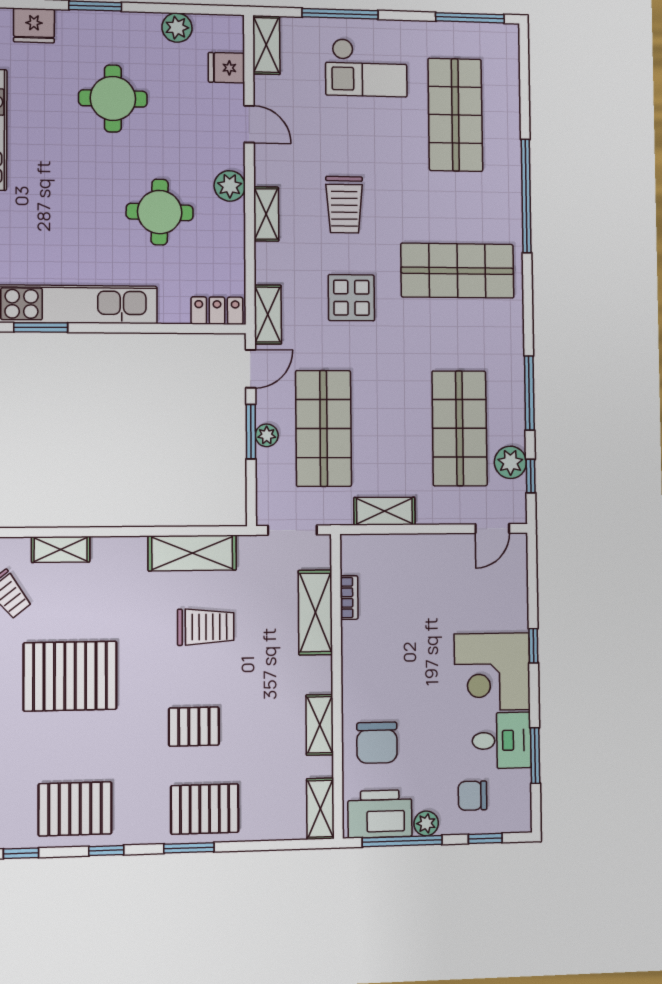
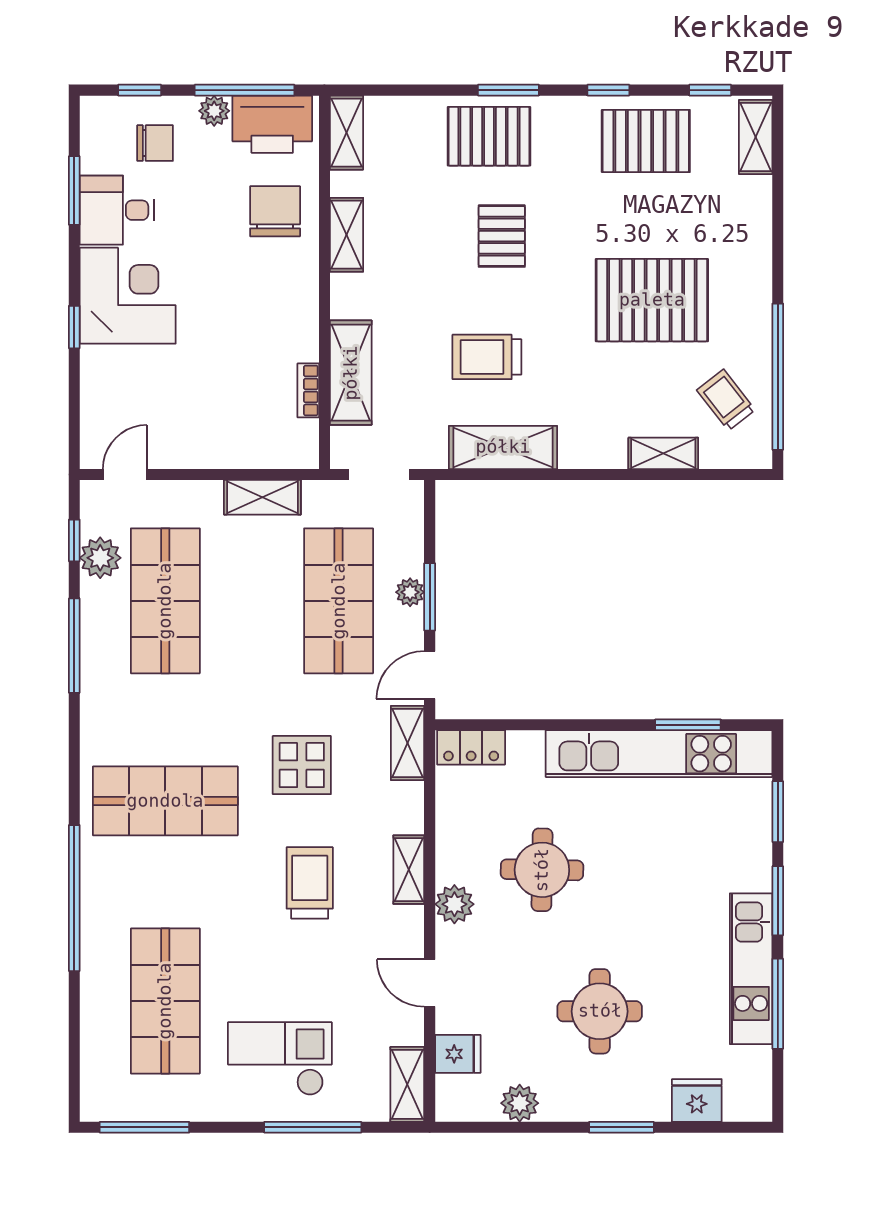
pallet: (194, 727) -> (502, 236), turned 90

